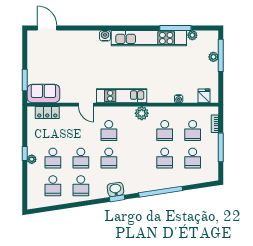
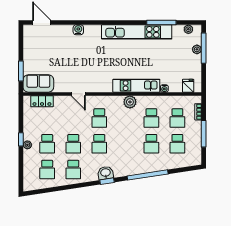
plant: (192, 35) -> (188, 29), moved
water cooler: (105, 36) -> (78, 30), moved
kitchen unit: (122, 96) -> (136, 86), moved

